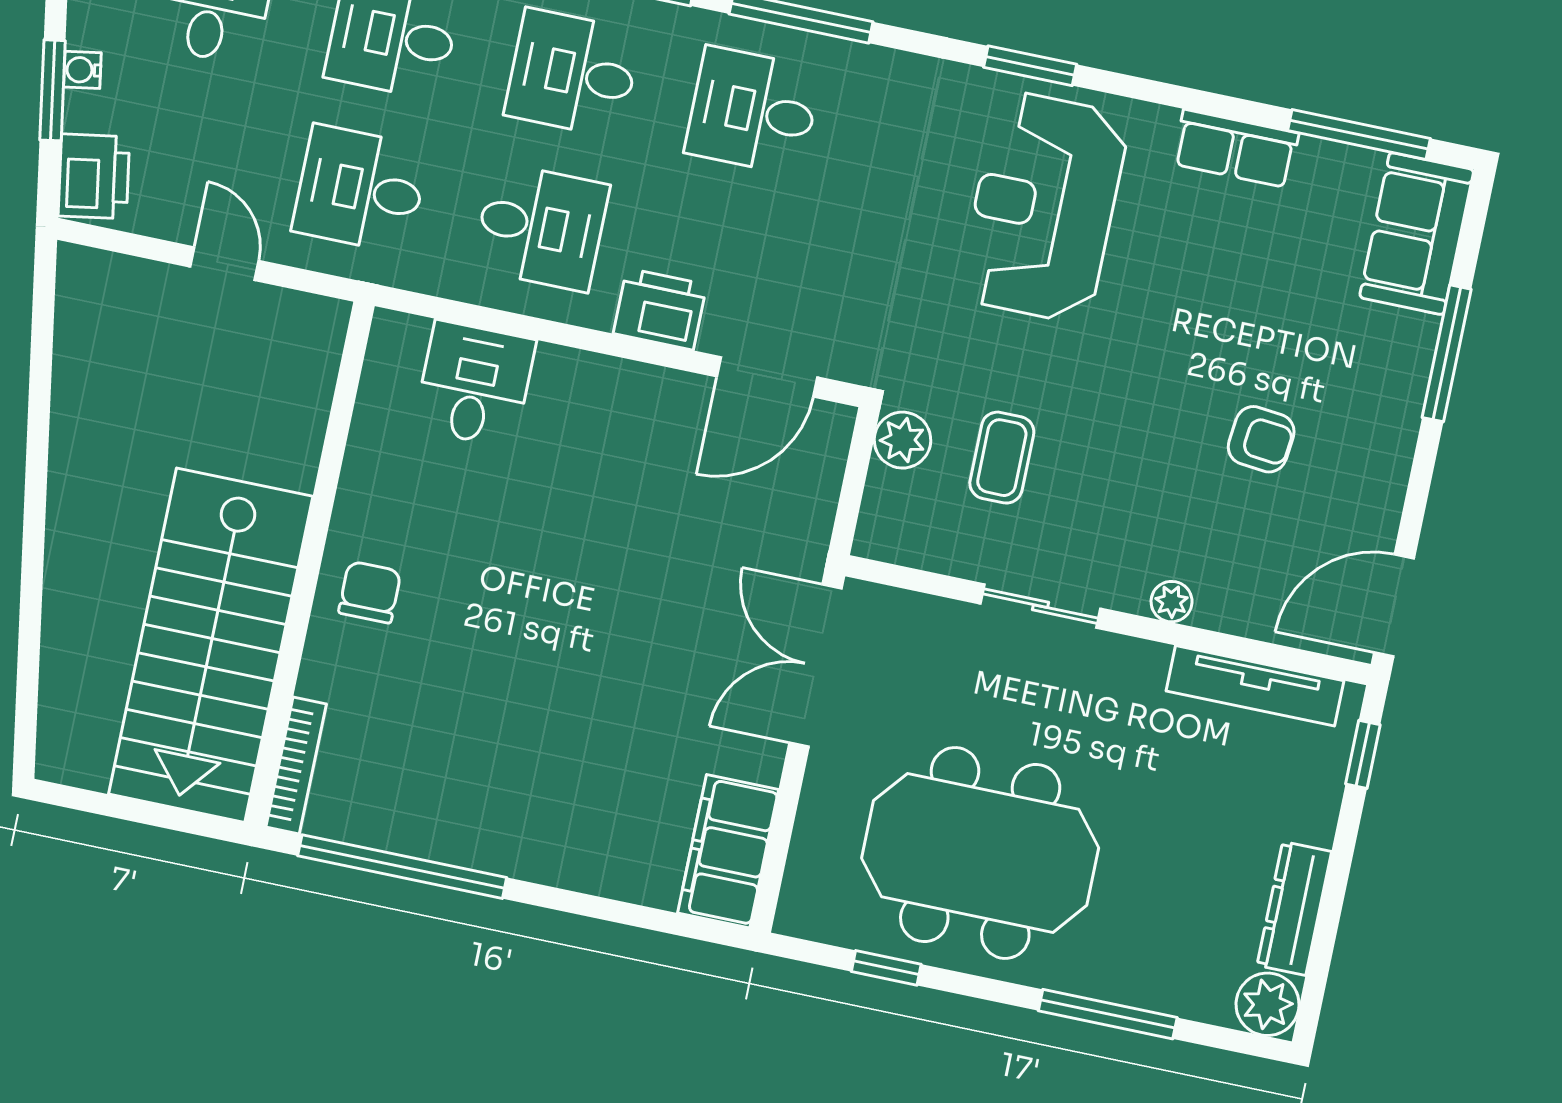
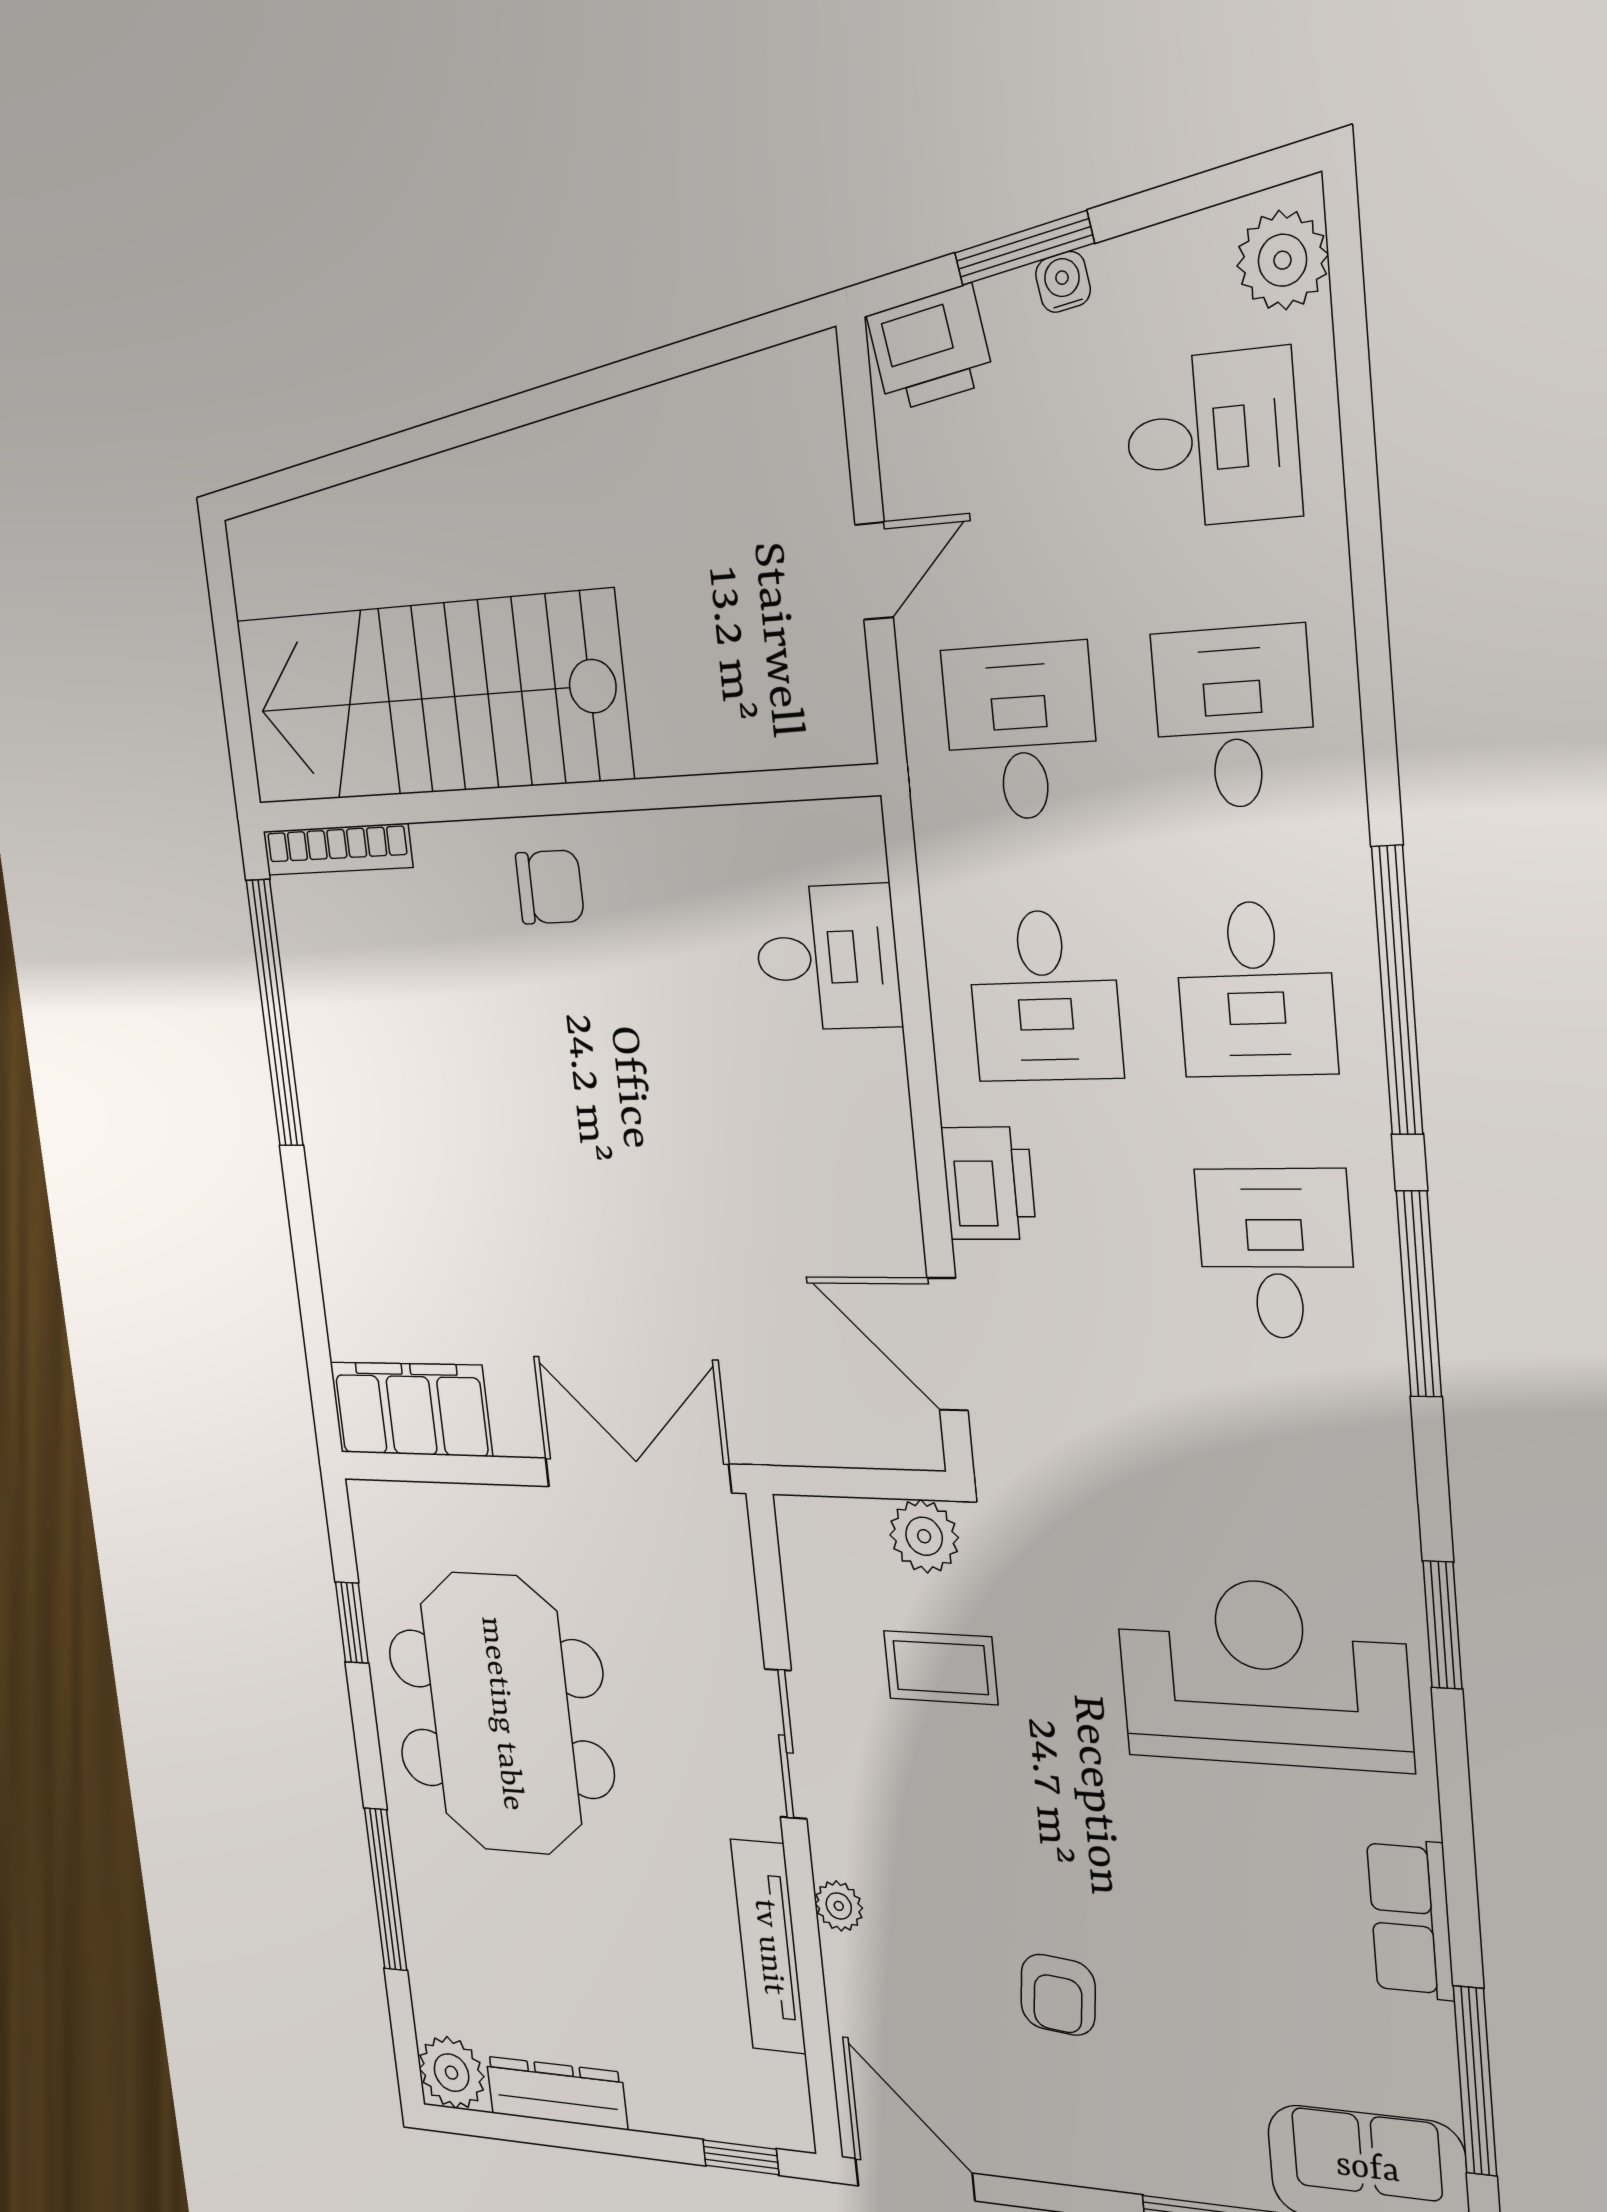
desk: (573, 73) -> (1255, 989), turned 180
tv unit: (1255, 686) -> (768, 1947), moved

